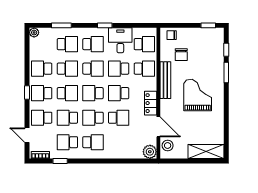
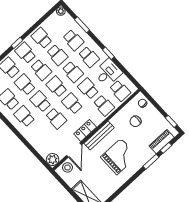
piano: (218, 49) -> (162, 142), added
bench: (165, 80) -> (99, 136), moved
school desk: (93, 142) -> (24, 116), turned 180

